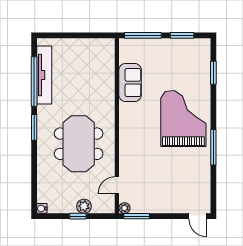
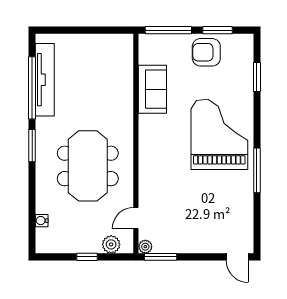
armchair: (173, 53) -> (206, 52), added
plant: (84, 206) -> (111, 244), moved
water cooler: (42, 208) -> (42, 221), moved

